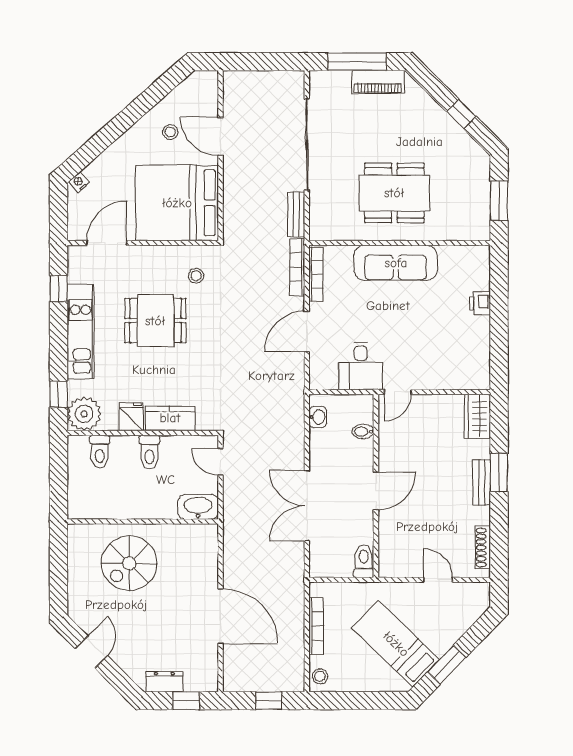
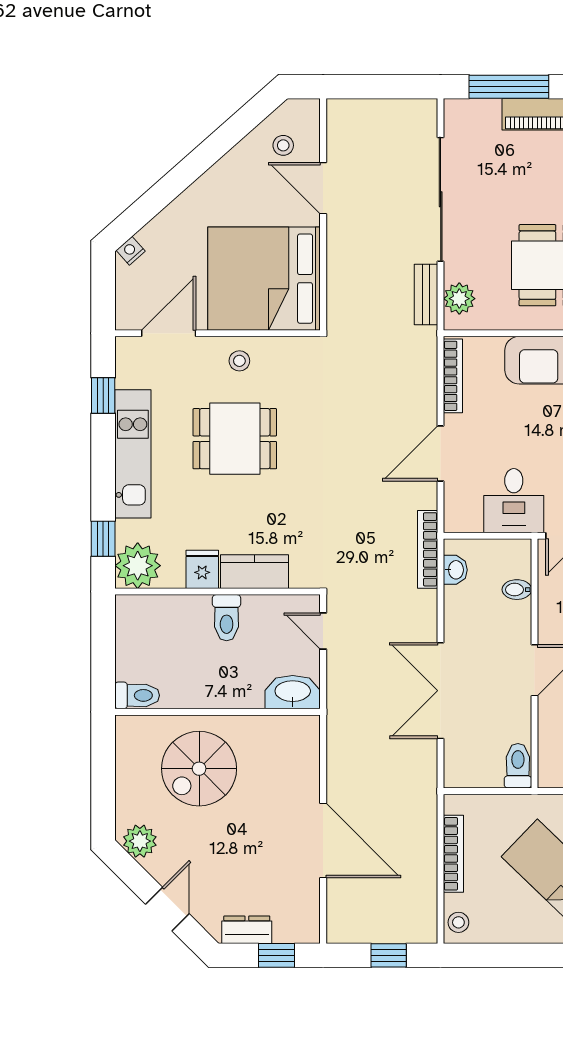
stool: (170, 132) -> (283, 145), moved
plant: (321, 217) -> (459, 299), added
bookcase: (297, 267) -> (428, 549), moved
stool: (196, 276) -> (239, 361), moved
toilet: (100, 452) -> (137, 695), moved, turned -90
plant: (86, 616) -> (140, 841), added
door: (91, 652) -> (167, 909), moved

